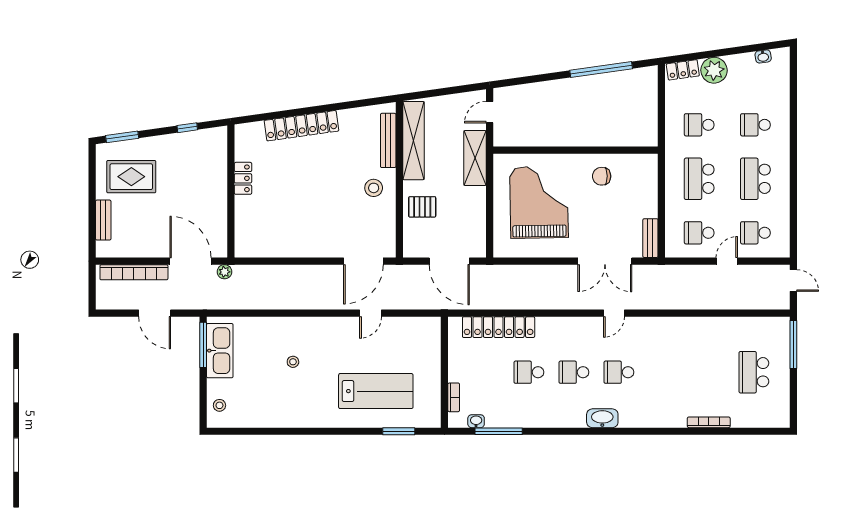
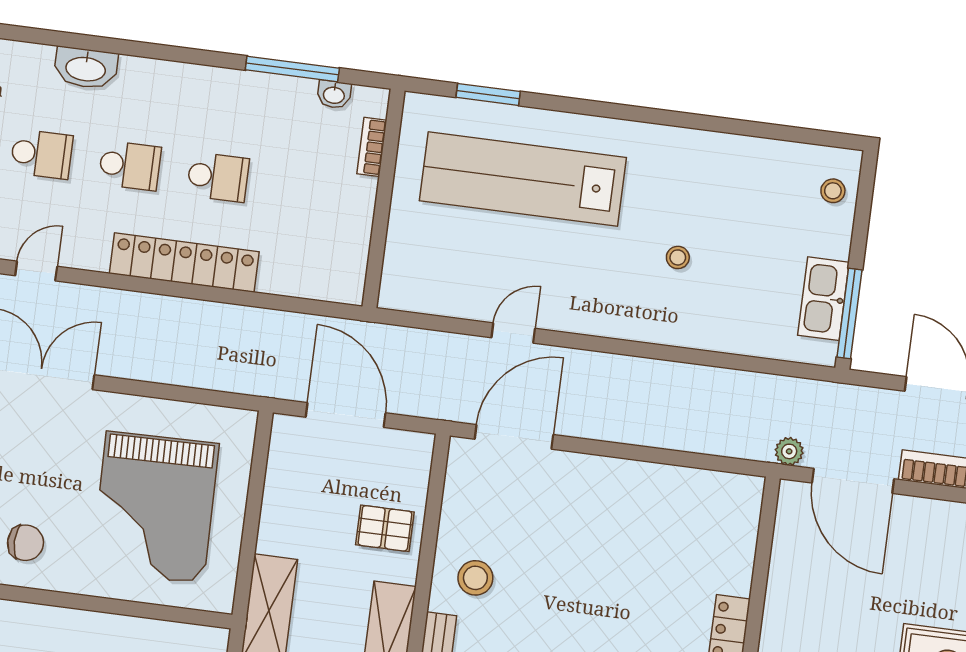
locker: (499, 327) -> (184, 263), moved
kitchen sink: (220, 351) -> (823, 299), width x0.73, depth x0.81
lab bench: (376, 391) -> (523, 179), width x1.36

